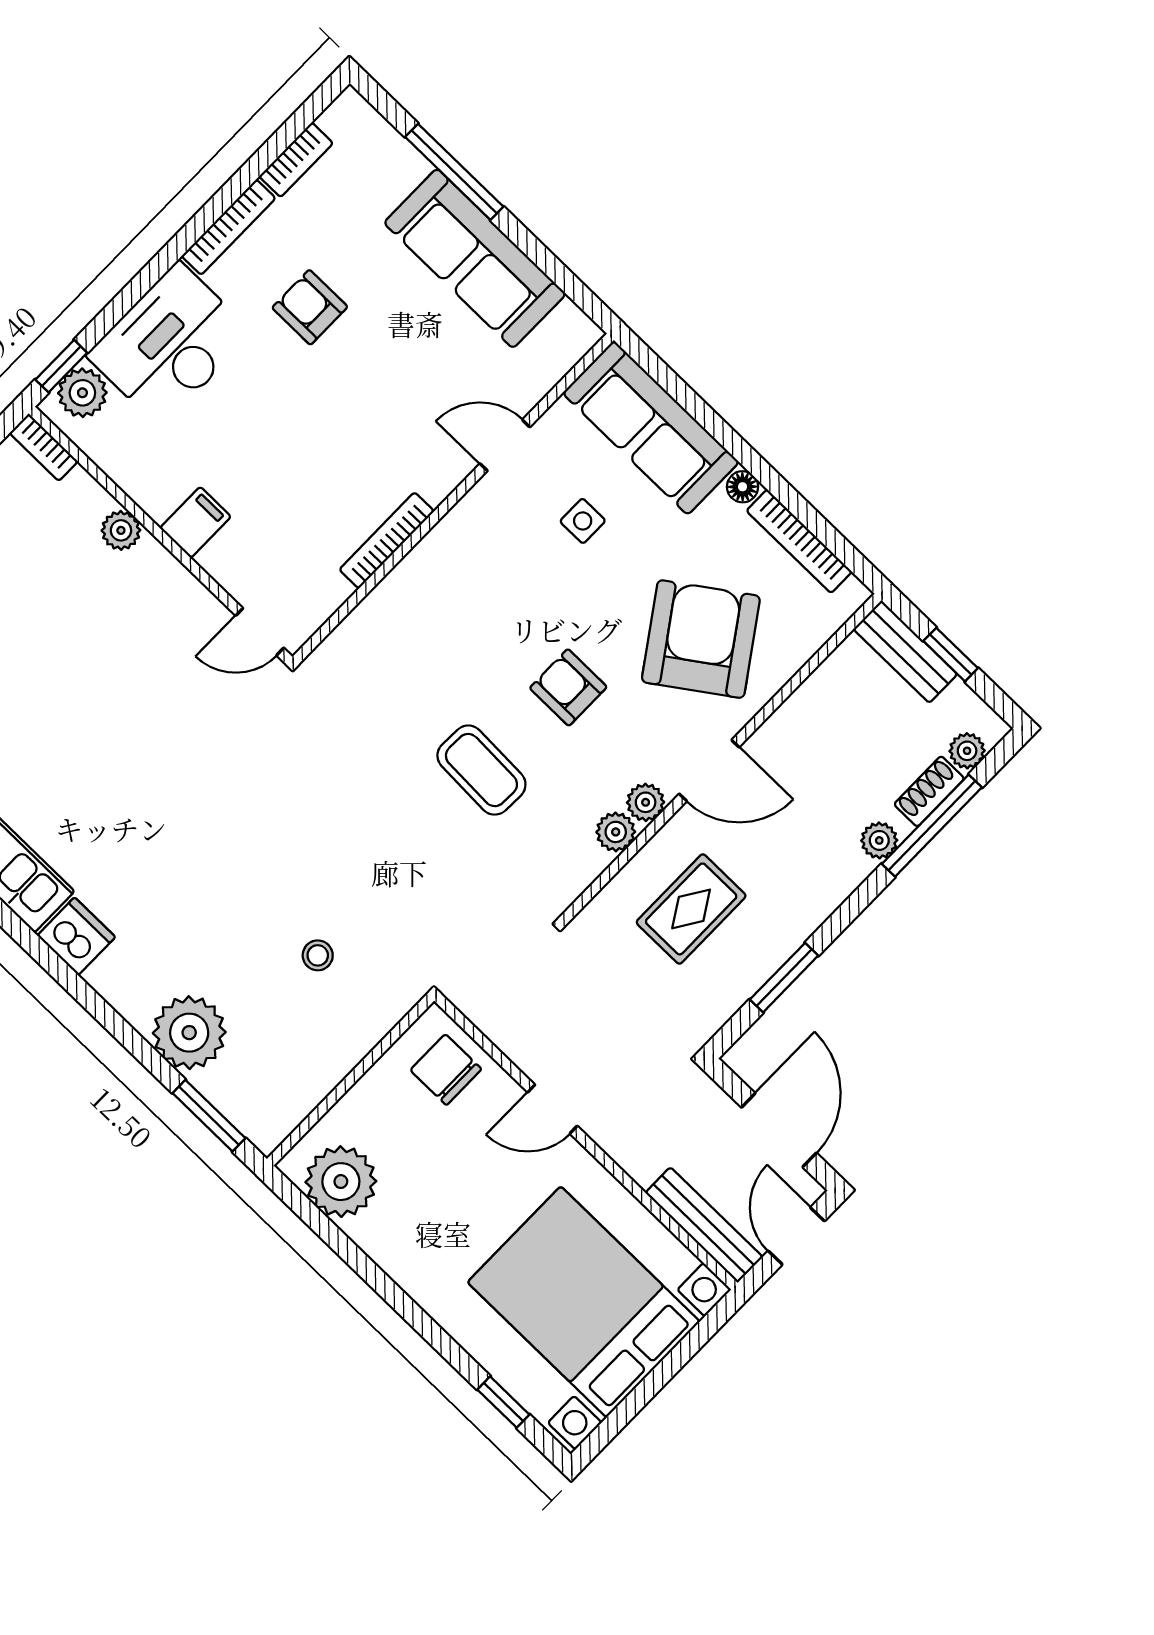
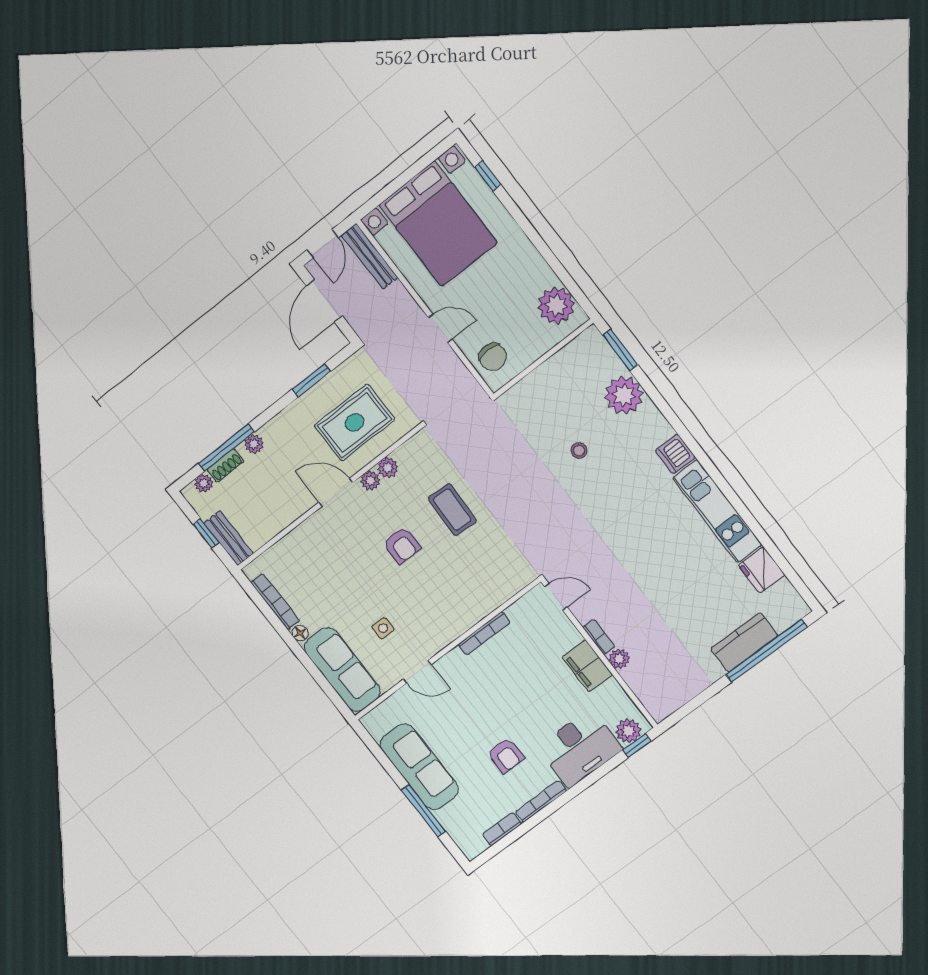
bookcase: (44, 447) -> (599, 637), moved
filing cabinet: (195, 522) -> (587, 666), width x2.00
armchair: (701, 639) -> (331, 560), removed
rug: (691, 909) -> (354, 423), width x1.36, depth x1.43
stool: (318, 955) -> (579, 451), moved

